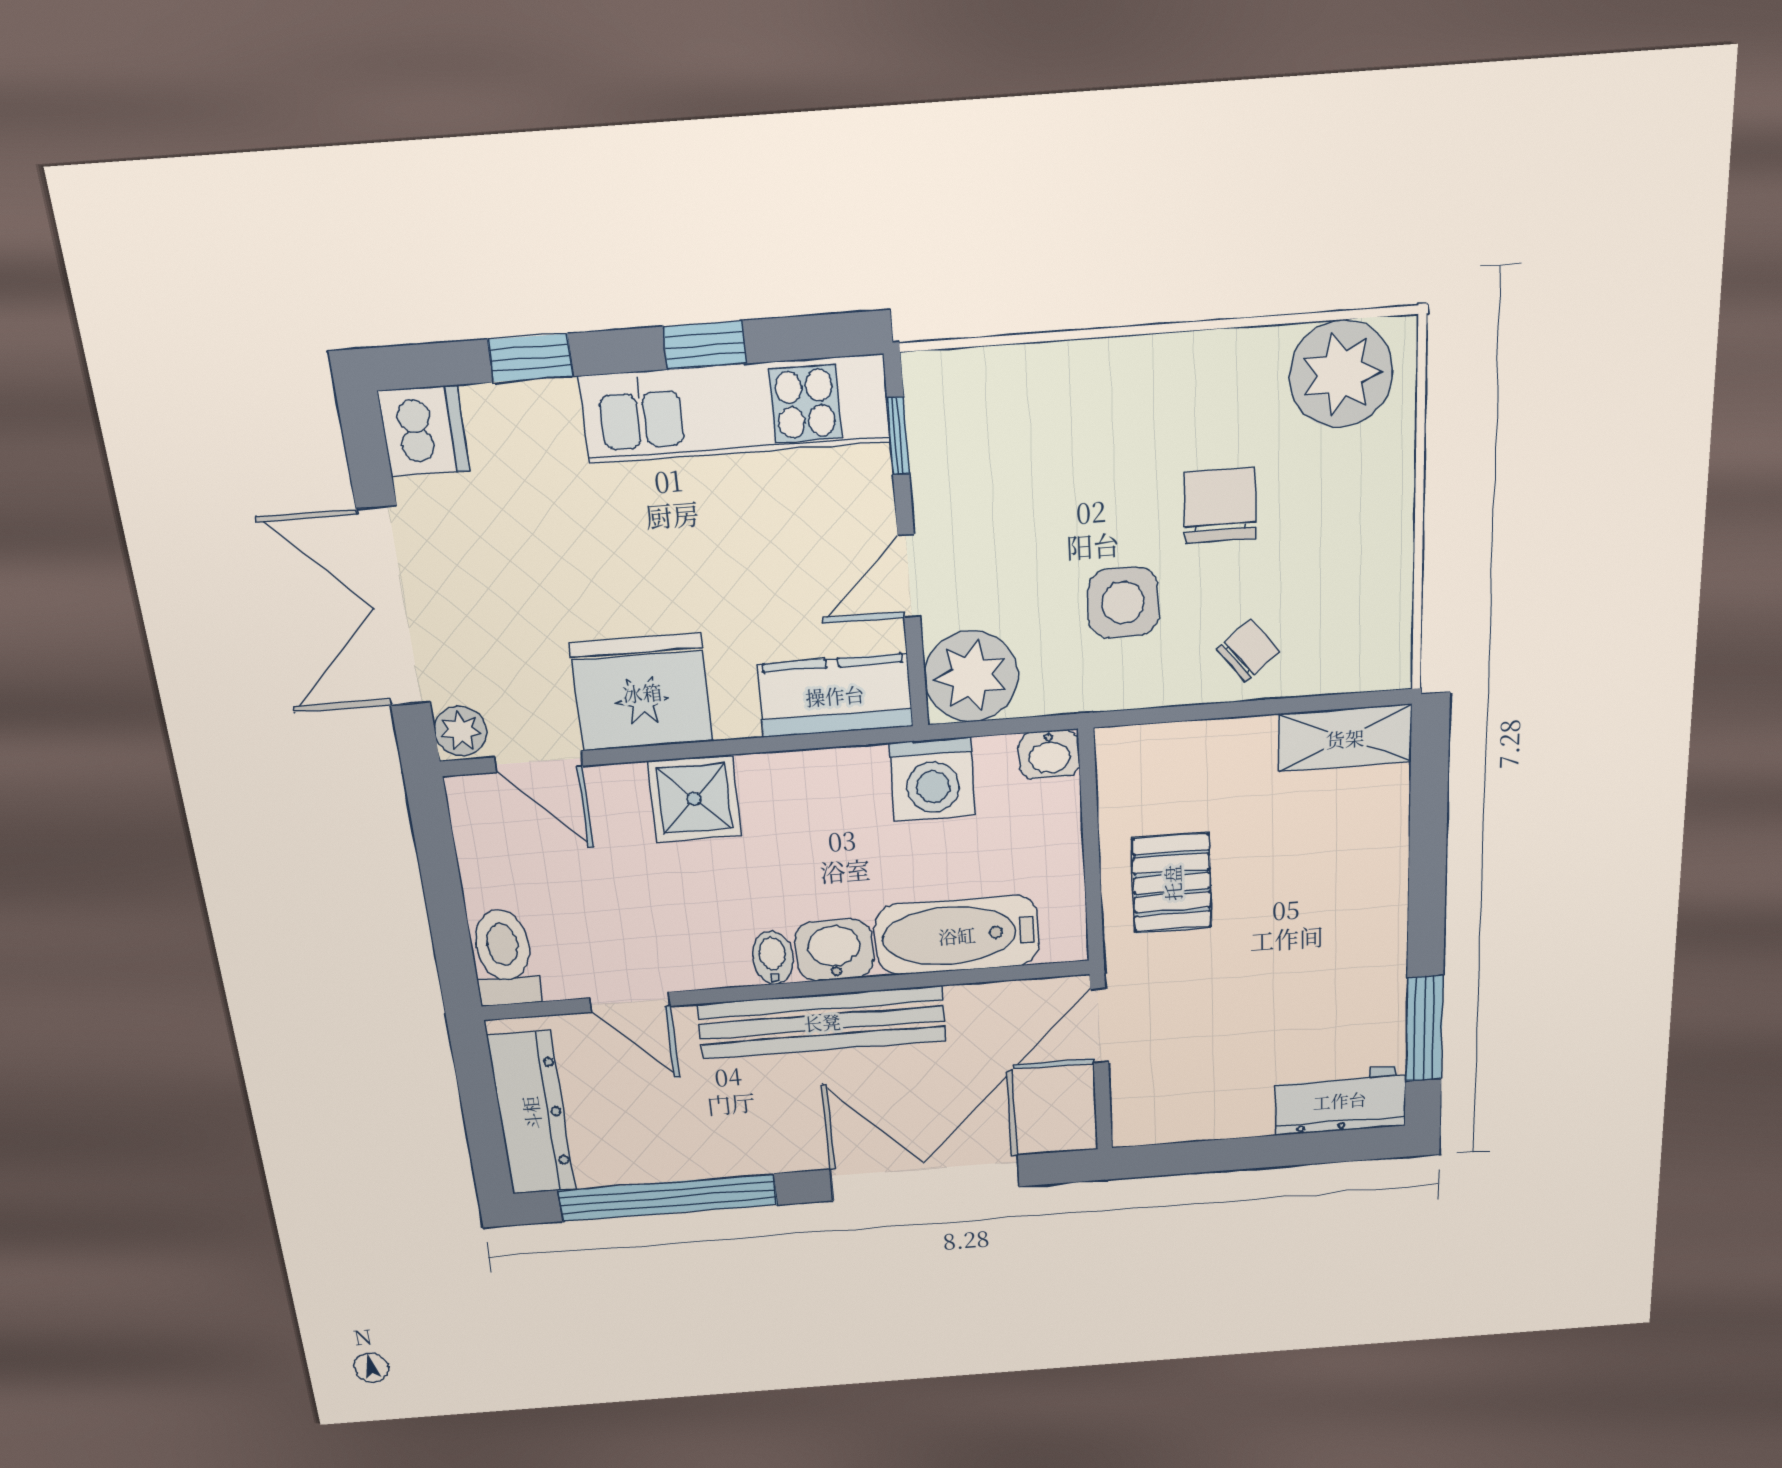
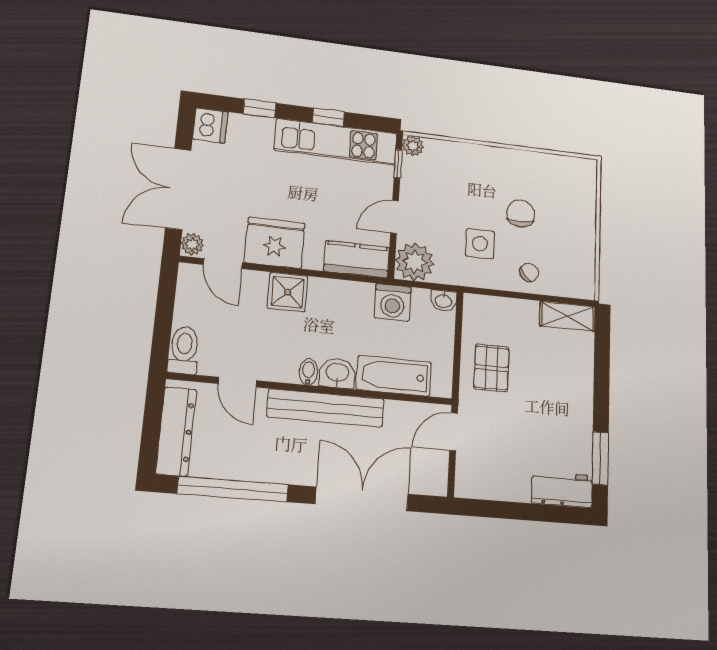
plant: (1341, 374) -> (413, 146), moved, width x0.53, depth x0.53

